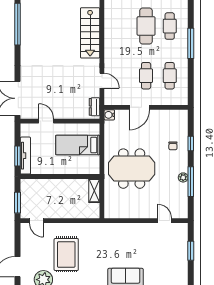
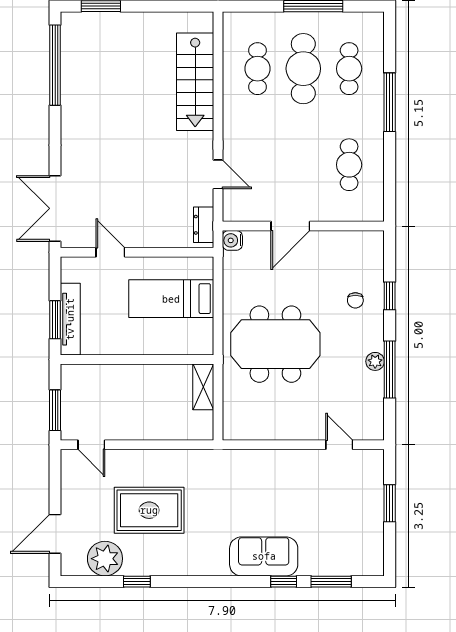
cafe table: (146, 76) -> (258, 69), moved
rug: (66, 254) -> (149, 510), turned 90

